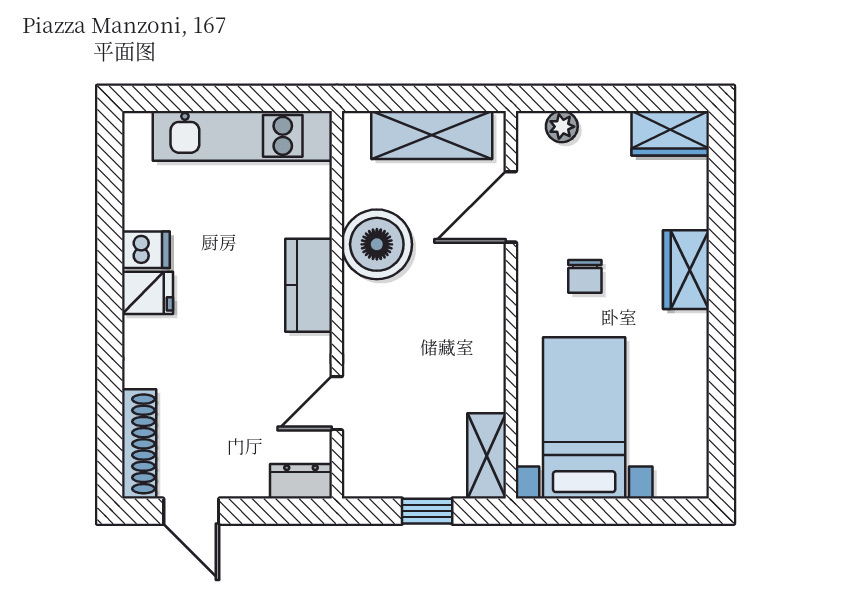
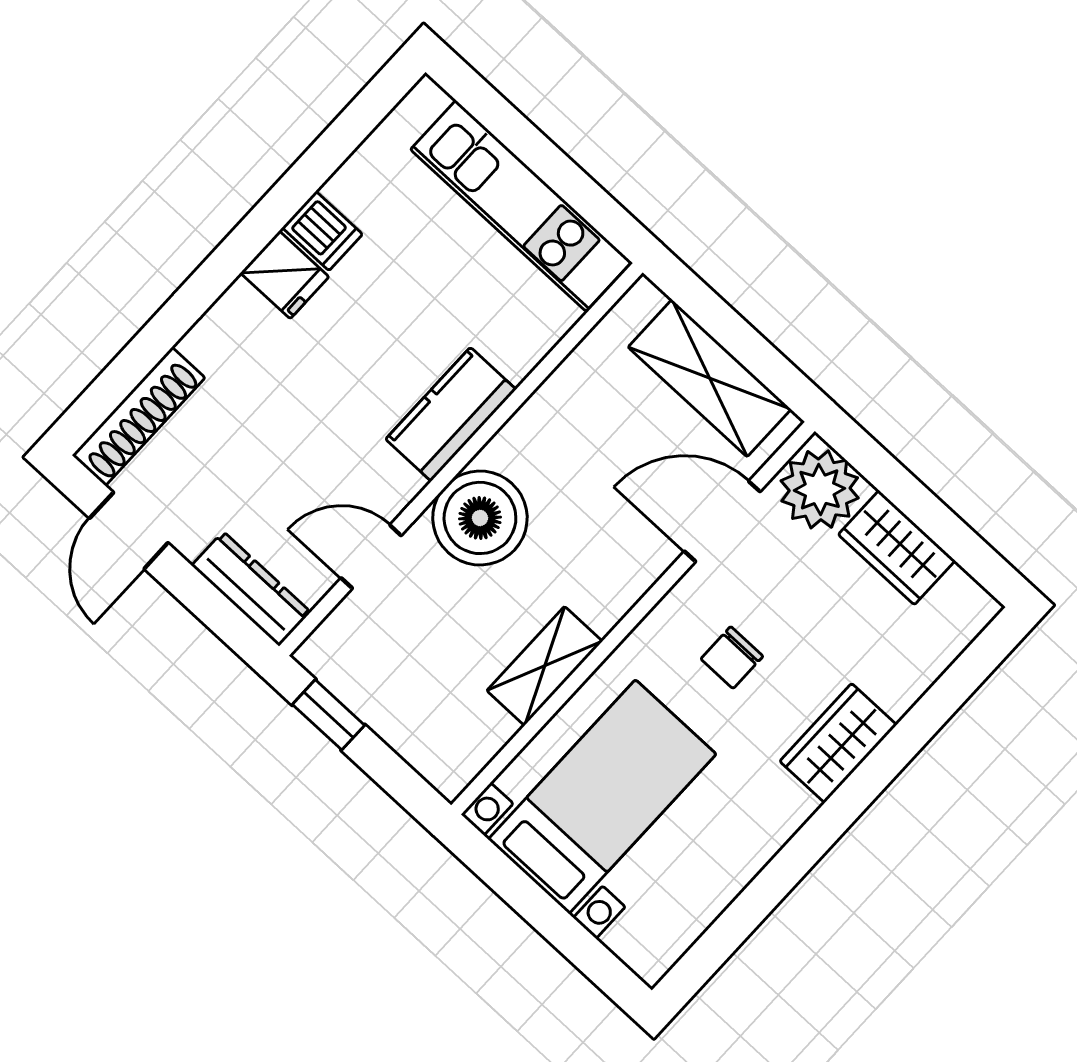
plant: (562, 127) -> (820, 489), width x1.87, depth x1.87
wardrobe: (670, 133) -> (897, 548), moved
boiler: (377, 244) -> (480, 518), moved
shelving: (487, 456) -> (545, 666), moved
dresser: (301, 481) -> (251, 589), width x1.44
window: (427, 511) -> (328, 715), moved

